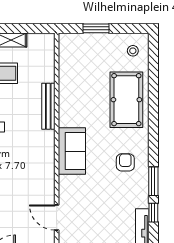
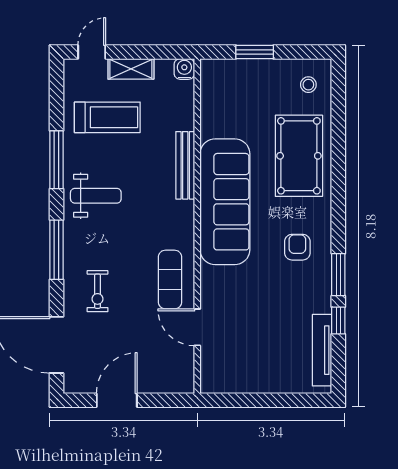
water cooler: (48, 40) -> (184, 69), added
sofa: (72, 151) -> (225, 202), width x1.85, depth x1.27
exercise mat: (38, 185) -> (170, 280), added

